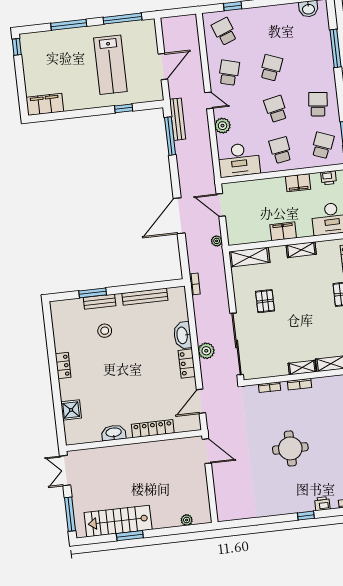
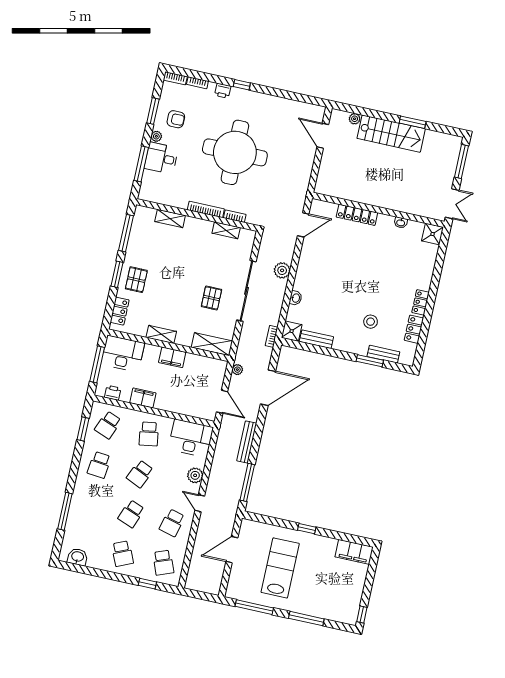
school desk: (266, 27) -> (122, 554), added
window: (124, 108) -> (307, 529), moved
school desk: (276, 109) -> (140, 474), turned 36
bench: (178, 119) -> (247, 442), moved
door: (179, 216) -> (268, 388), moved
shower: (177, 296) -> (292, 331), added
bench: (145, 297) -> (316, 339), width x0.73
bench: (100, 302) -> (383, 354), moved
washbasin: (183, 335) -> (296, 298), width x0.52, depth x0.69
sliding door: (237, 344) -> (246, 291), moved
locker: (187, 363) -> (414, 329), moved, turned 180
shelving: (302, 368) -> (226, 230), moved
bookcase: (300, 384) -> (206, 209), width x1.56
shower: (71, 410) -> (433, 234), moved
washbasin: (114, 433) -> (401, 223), width x0.52, depth x0.69
round table: (290, 448) -> (235, 152), width x1.86, depth x1.86
door: (207, 451) -> (323, 136), moved
stairs: (118, 521) -> (391, 134), moved

